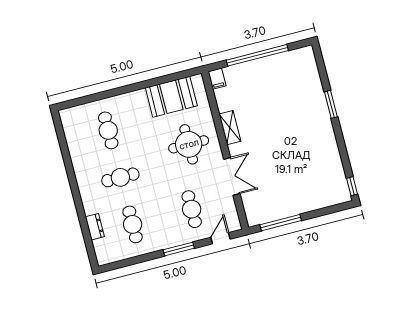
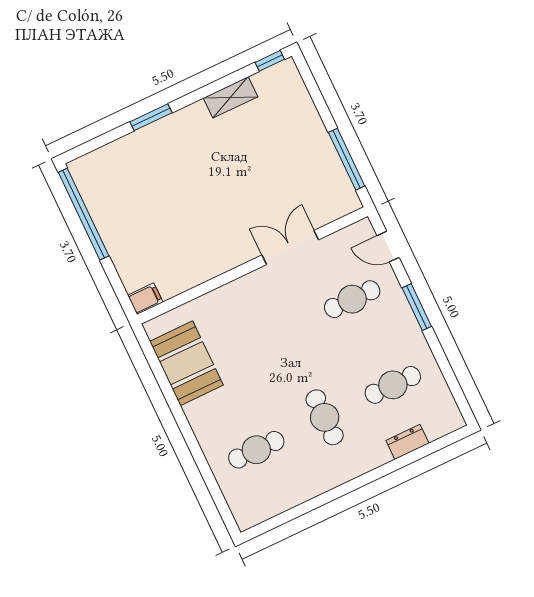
window: (257, 55) -> (84, 214), moved
shelving: (230, 128) -> (230, 97), moved
round table: (189, 144) -> (254, 323), removed

